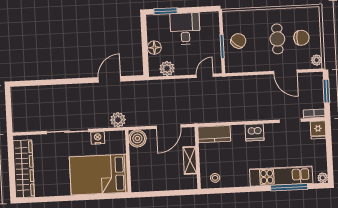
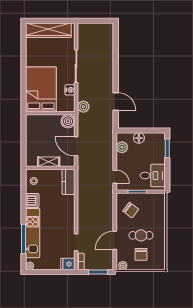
desk: (185, 29) -> (153, 176), moved
chair: (238, 41) -> (131, 210), moved
dishwasher: (255, 132) -> (32, 201), moved, turned 180

